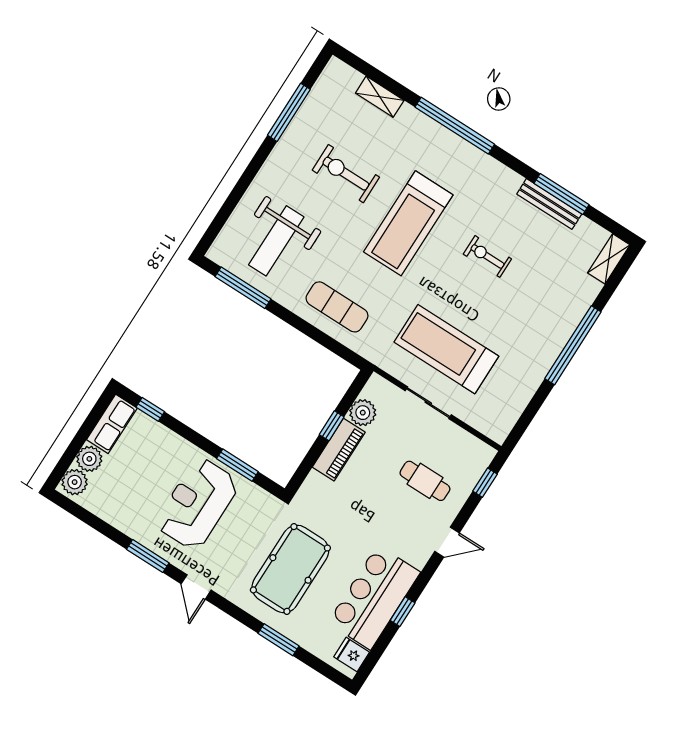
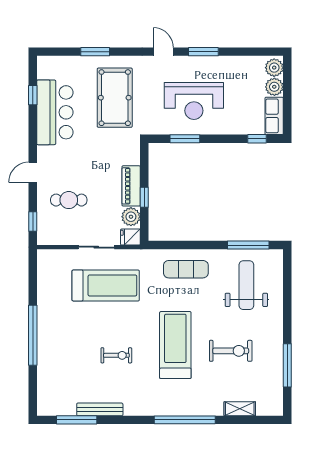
window: (562, 194) -> (77, 420), moved
shelving: (609, 259) -> (44, 400), removed
reception desk: (197, 504) -> (194, 101), turned 90
window: (403, 612) -> (33, 95), moved
fridge: (352, 655) -> (130, 237), moved, turned 180

